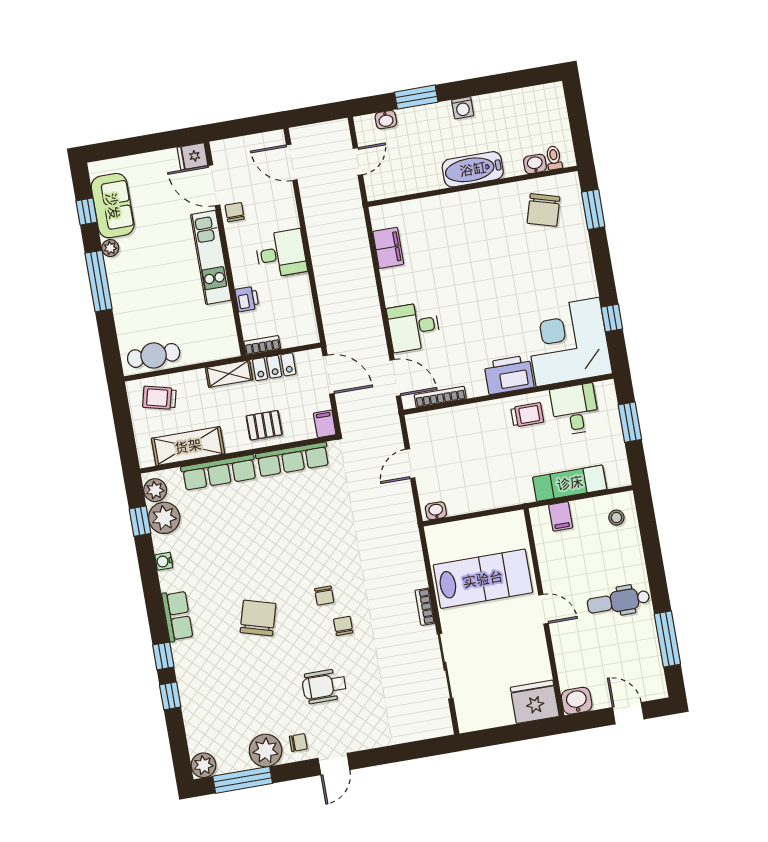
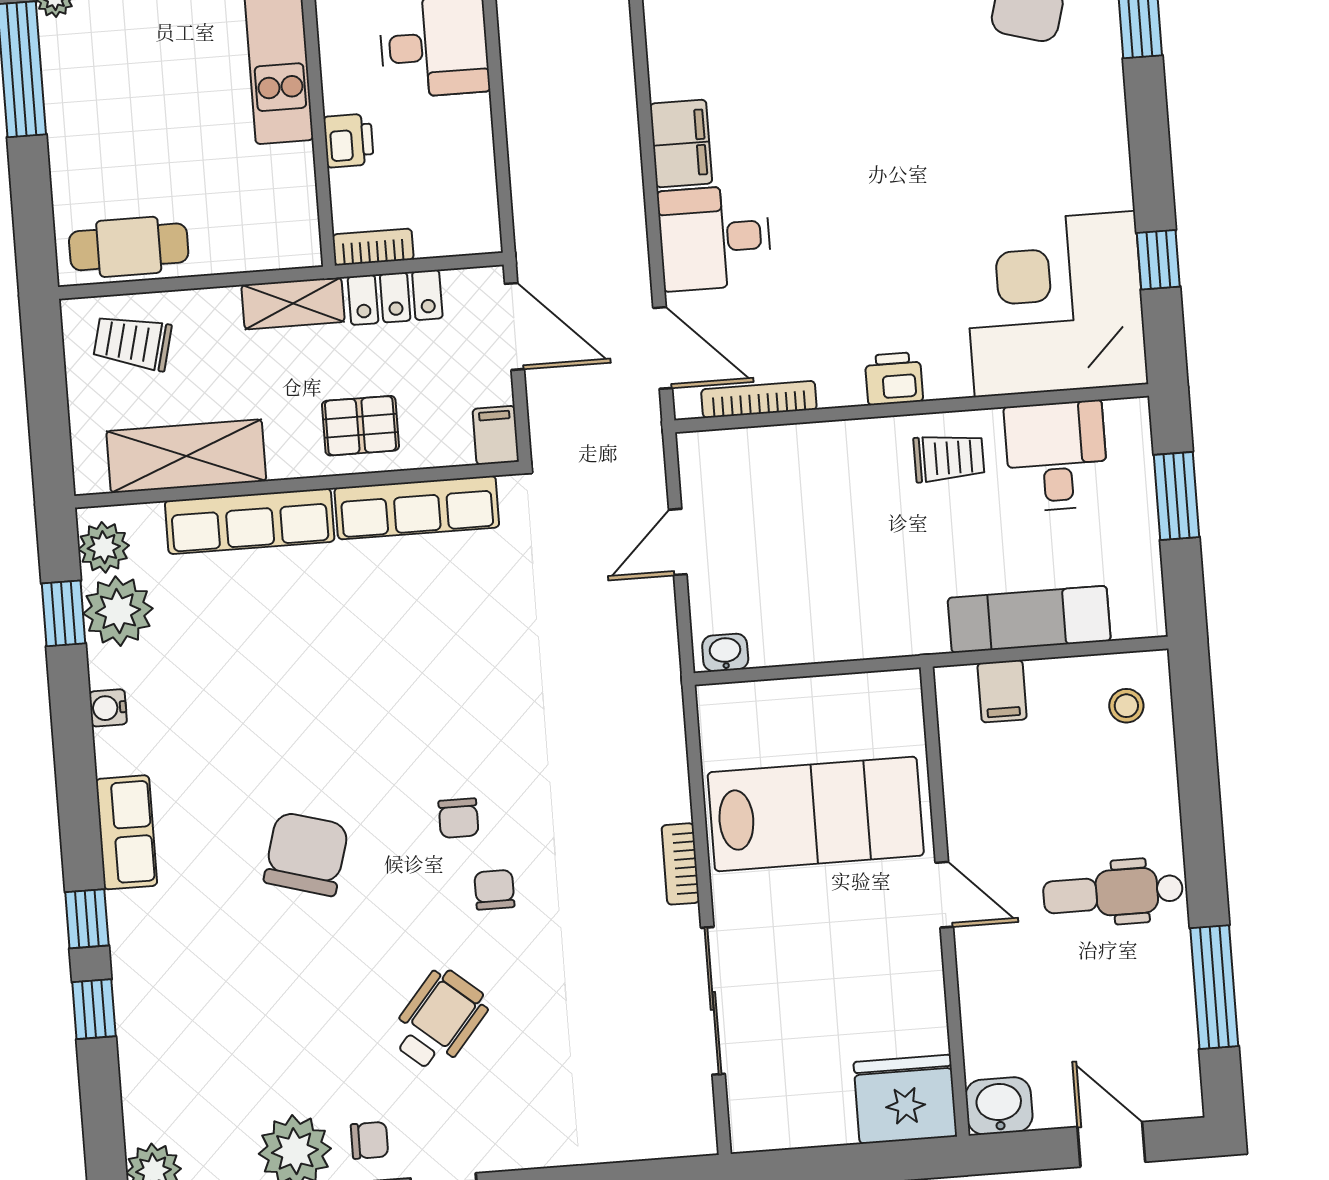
filing cabinet: (388, 248) -> (681, 143), moved
printer: (509, 375) -> (894, 379), width x0.53, depth x0.68
wheelchair: (324, 686) -> (439, 1020), turned 130

